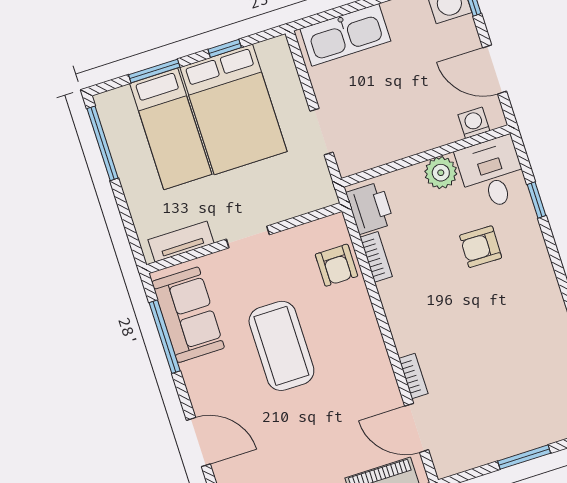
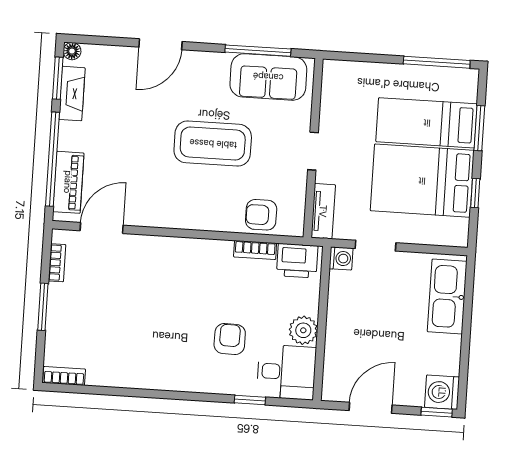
washing machine: (474, 123) -> (341, 258), moved
tv unit: (181, 241) -> (323, 211), moved
bookcase: (413, 376) -> (57, 263), moved, turned -90

